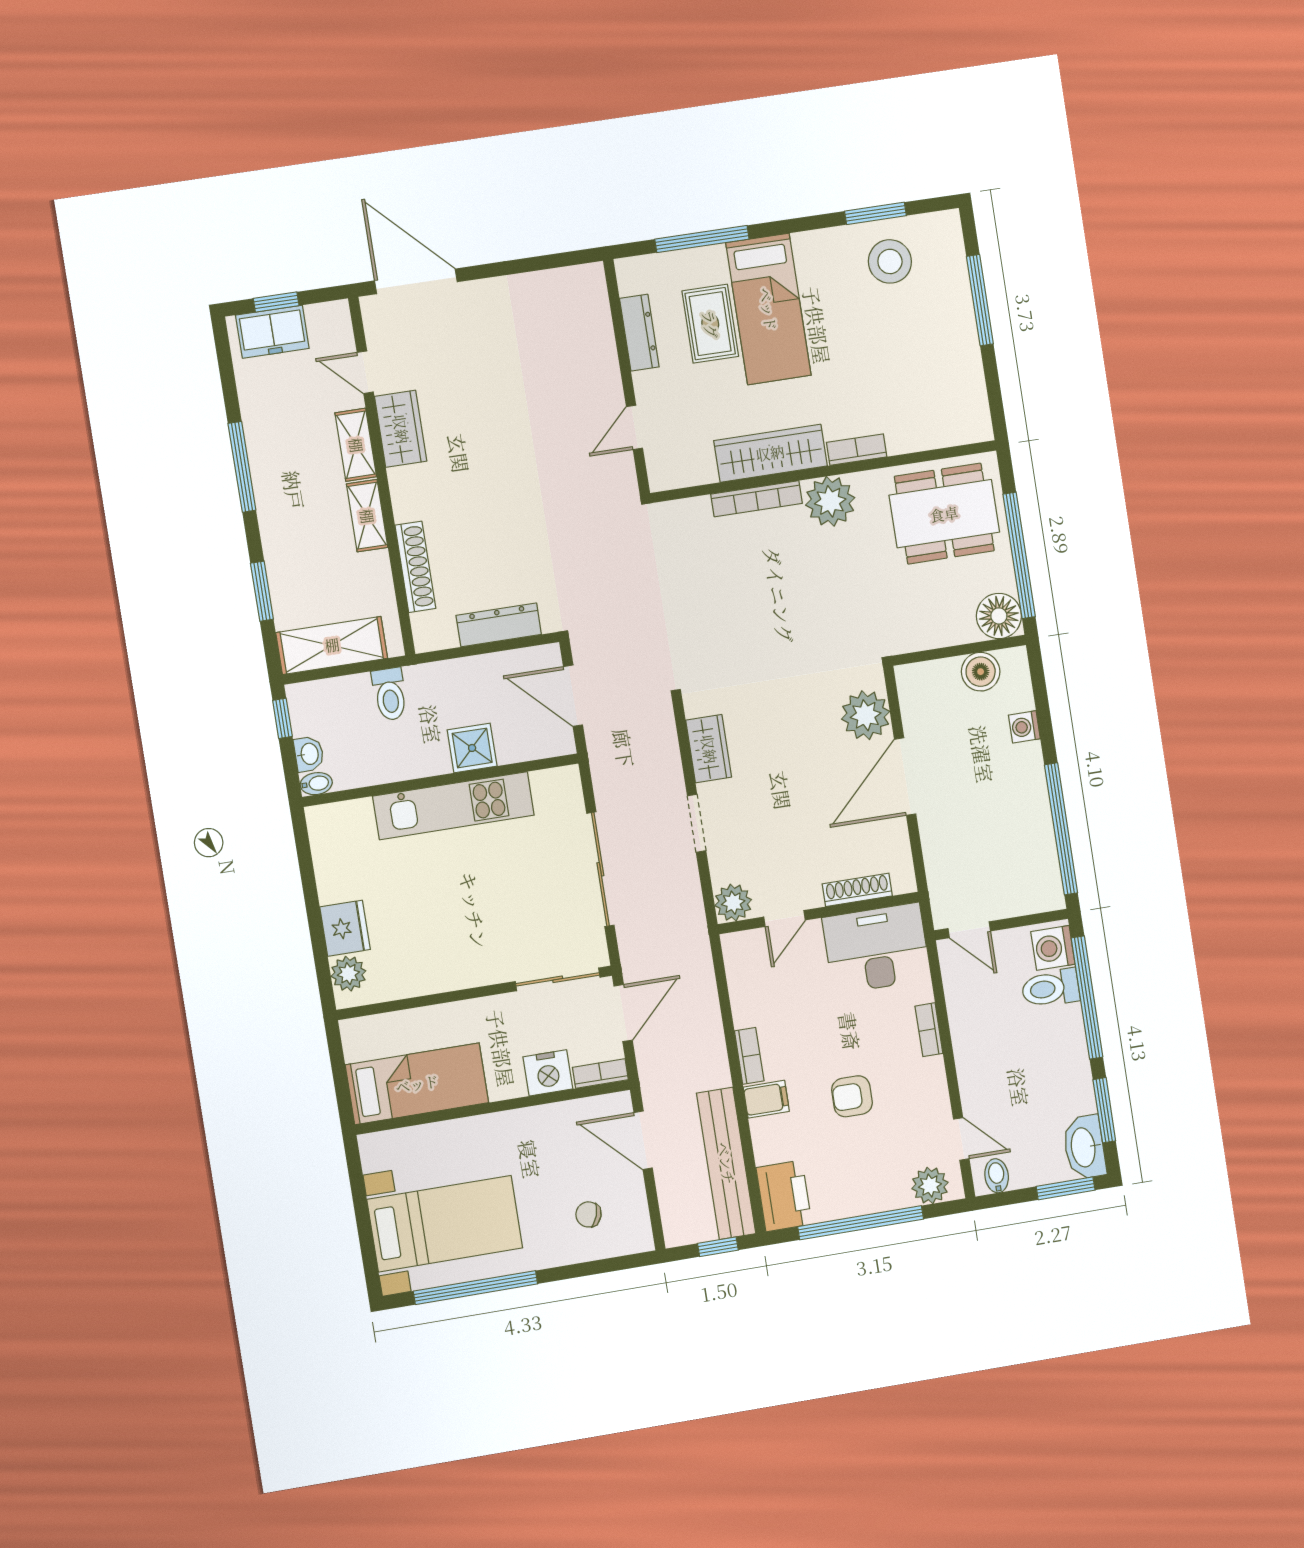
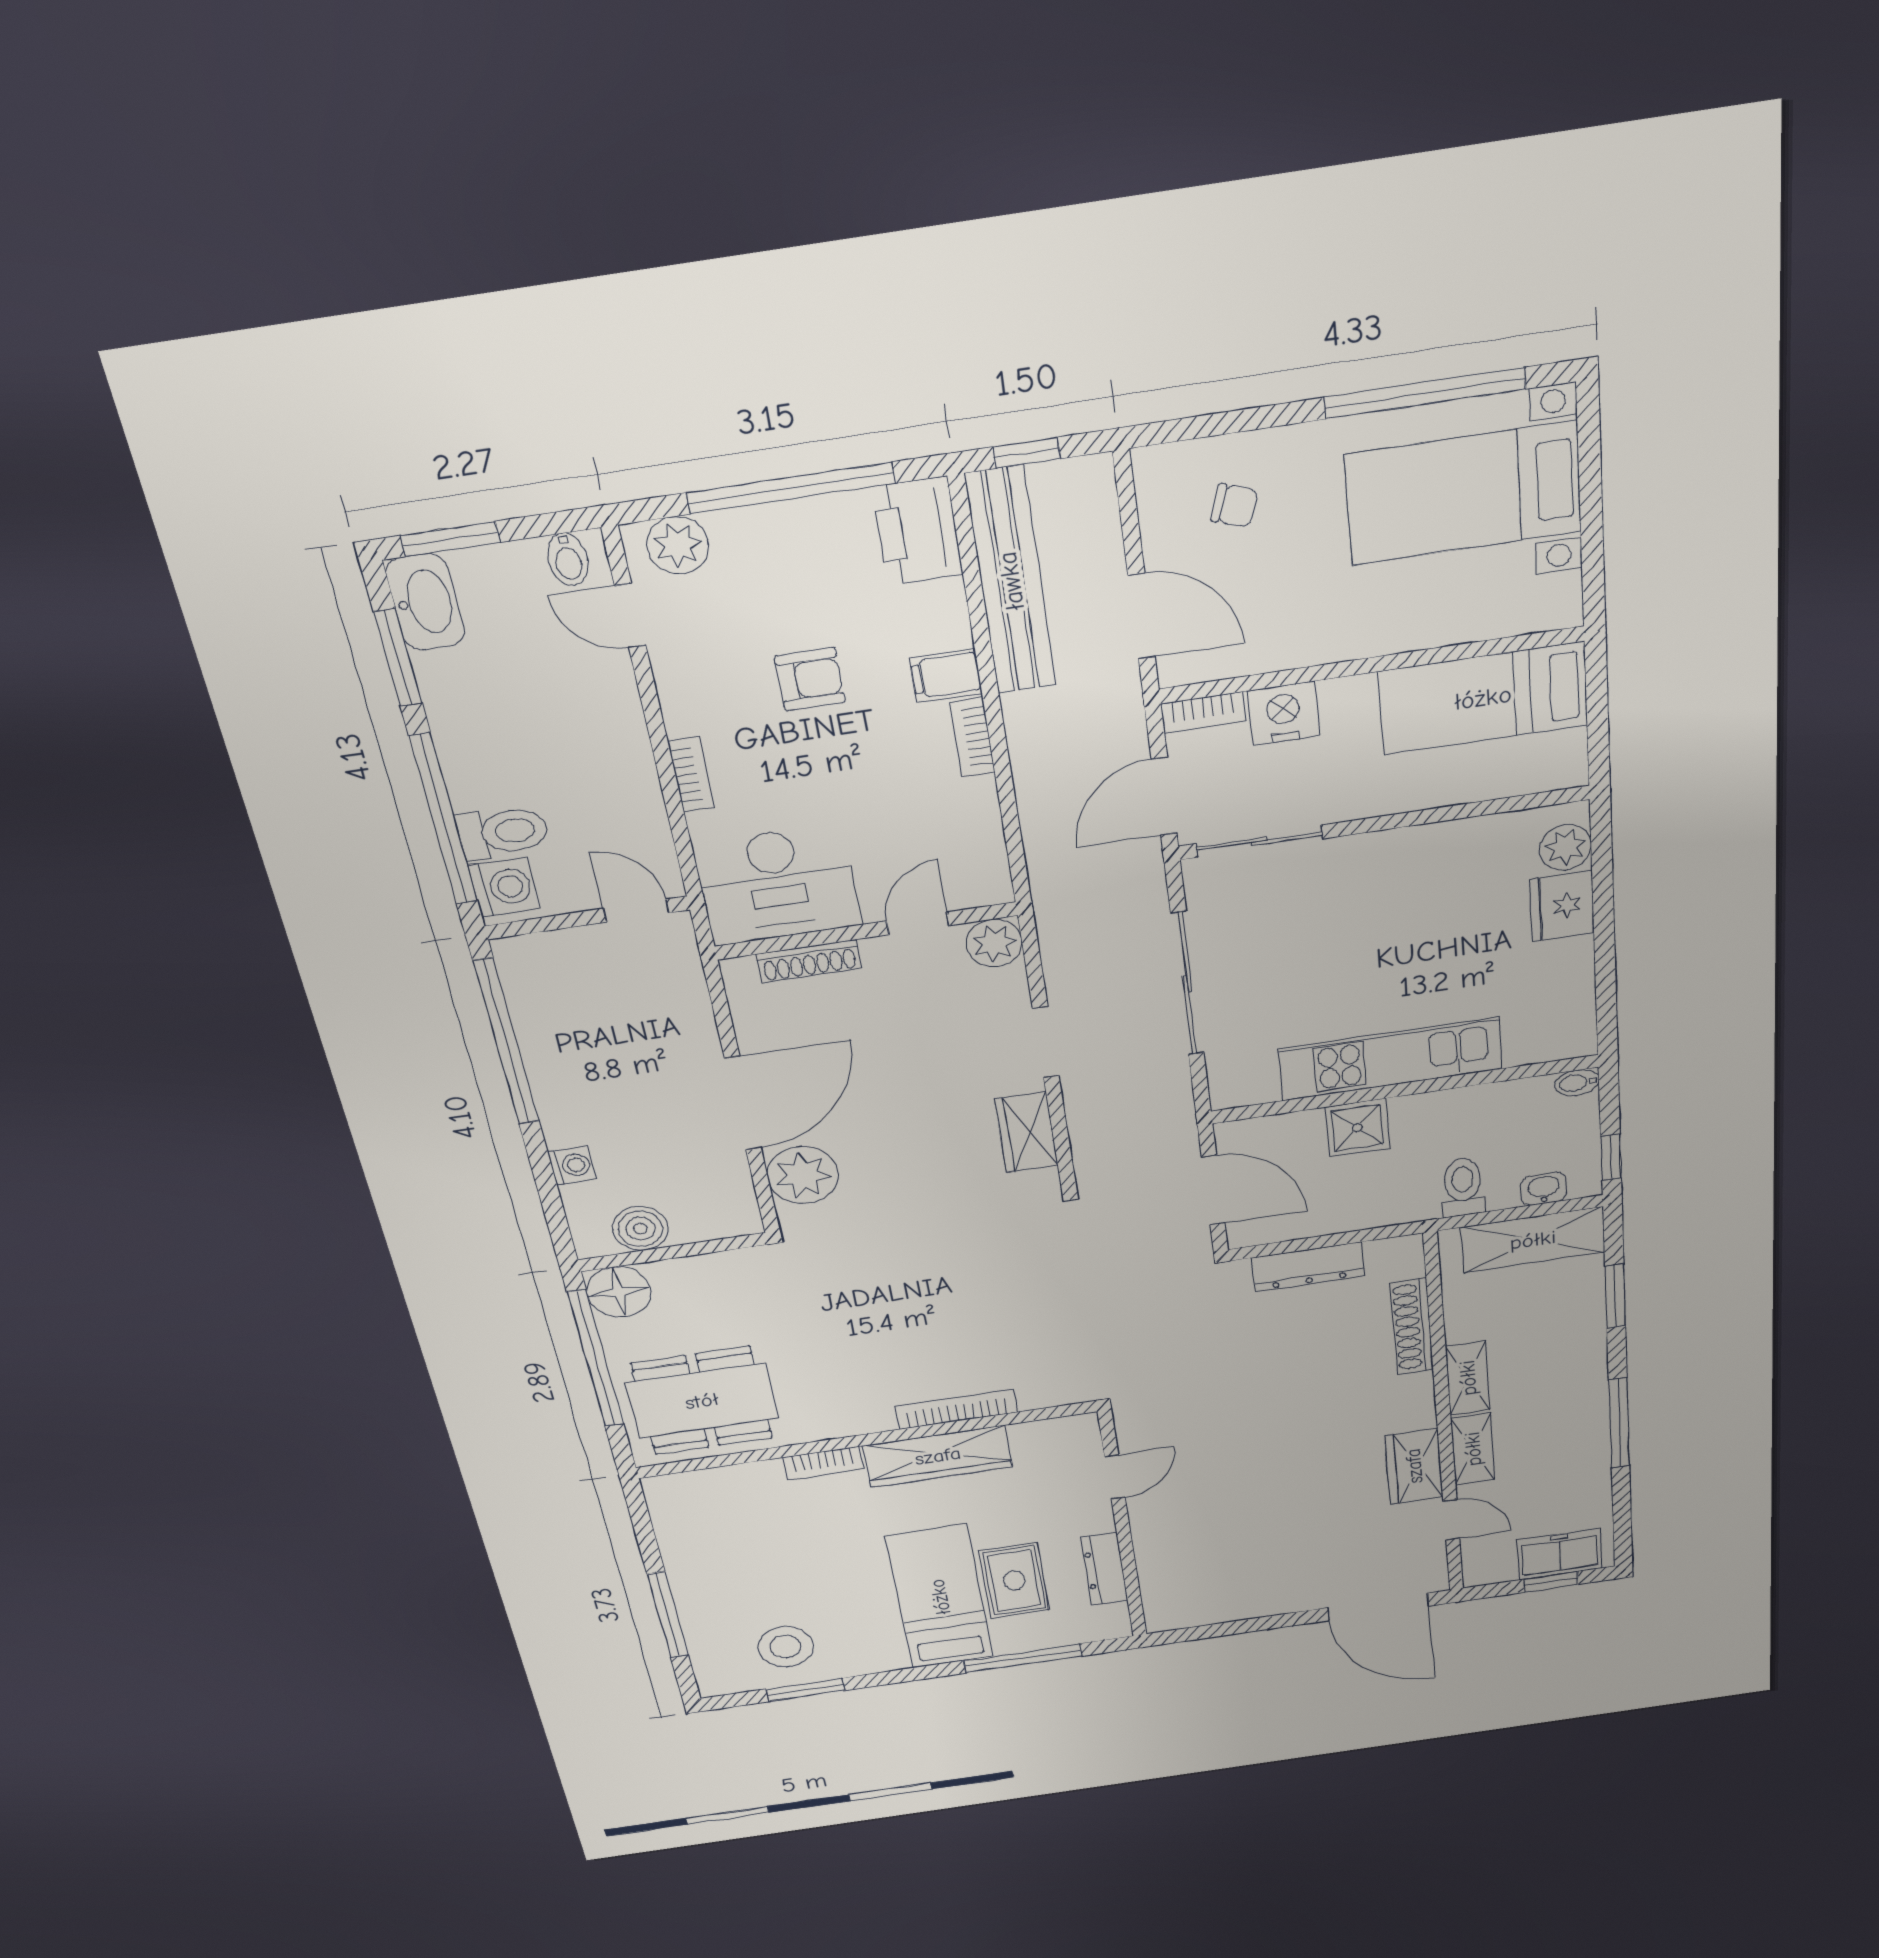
plant: (830, 501) -> (857, 1409), removed
washbasin: (309, 754) -> (1544, 1189), moved, turned 90

